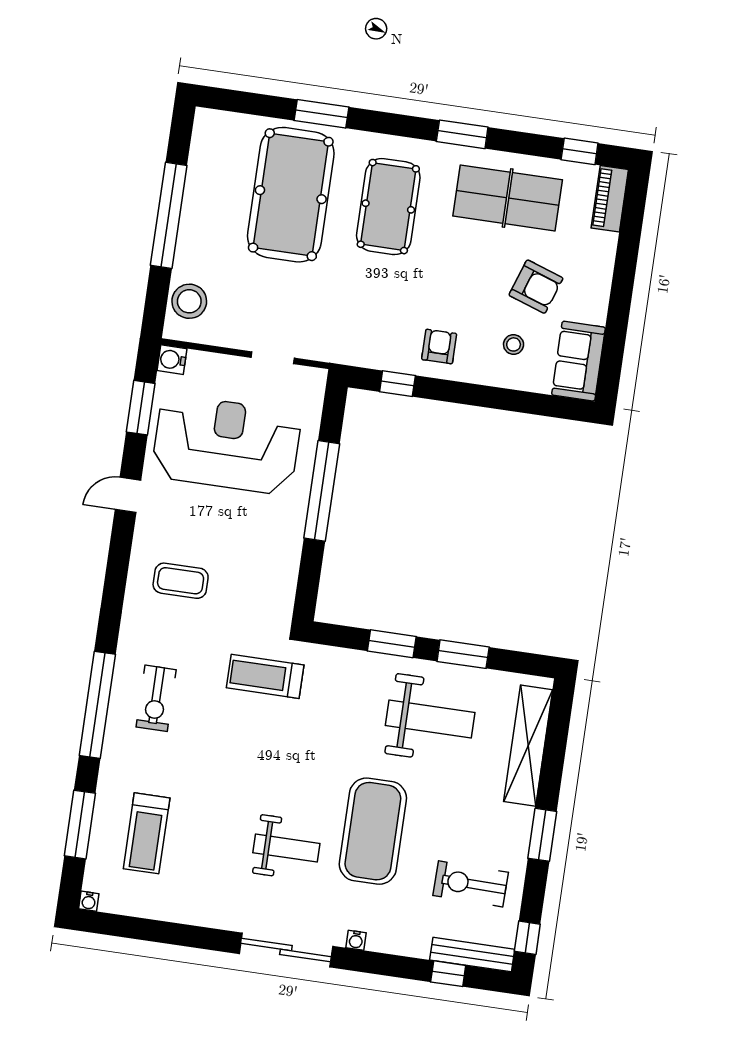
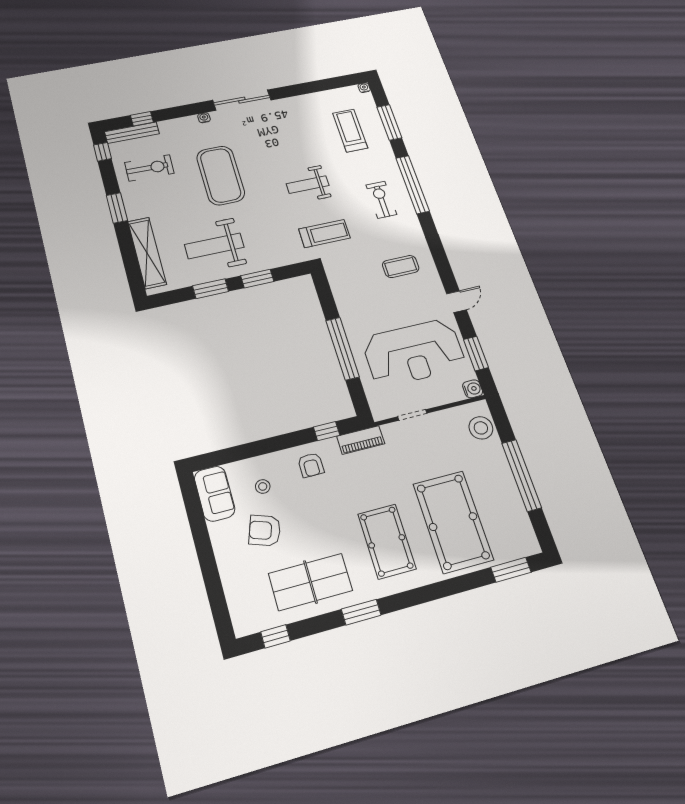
window: (321, 114) -> (511, 570), moved
piano: (610, 199) -> (361, 440), moved, turned 90
weight bench: (286, 848) -> (308, 185), moved

